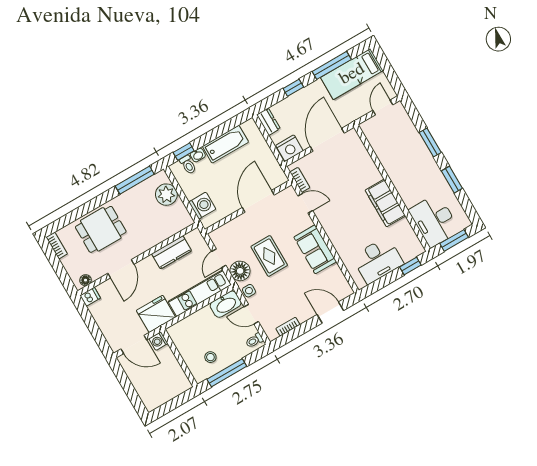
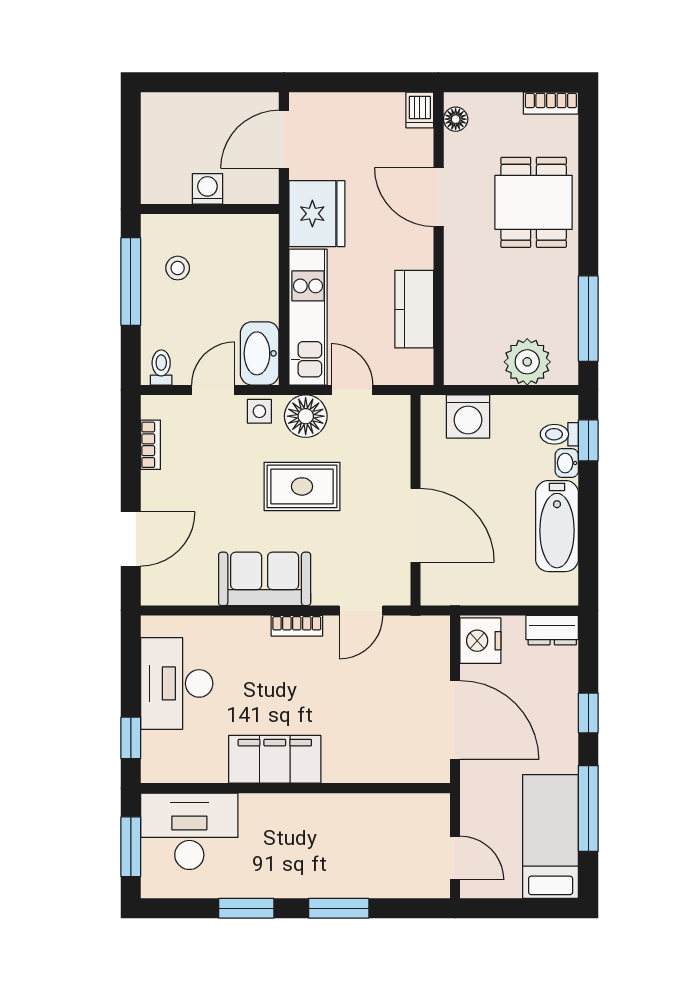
bookcase: (300, 180) -> (297, 626), moved
washing machine: (158, 341) -> (207, 189), moved

